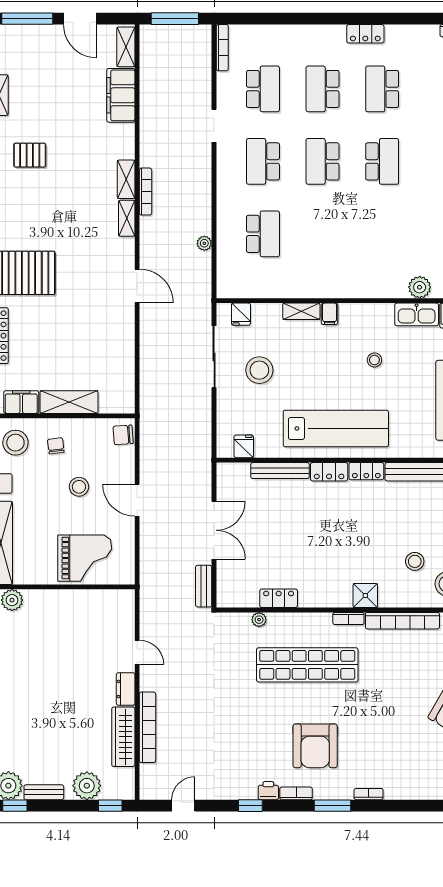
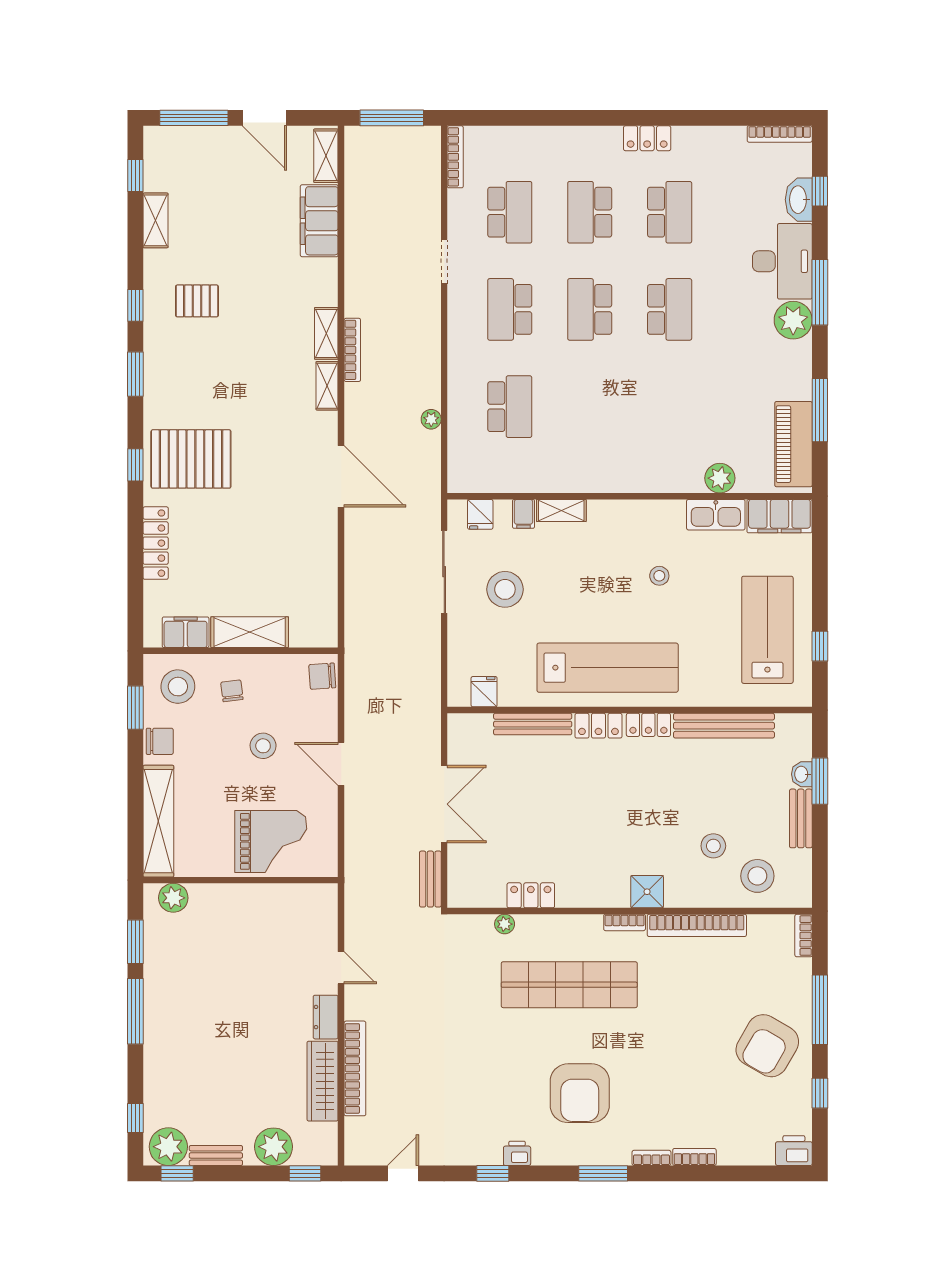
school desk: (382, 89) -> (670, 212), turned 180
door: (137, 286) -> (341, 476), width x1.36
filing cabinet: (330, 314) -> (524, 514), moved
bookcase: (296, 793) -> (694, 1157), moved

